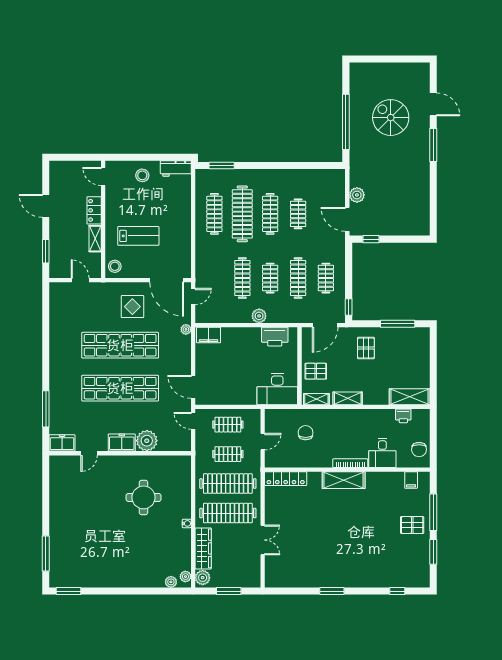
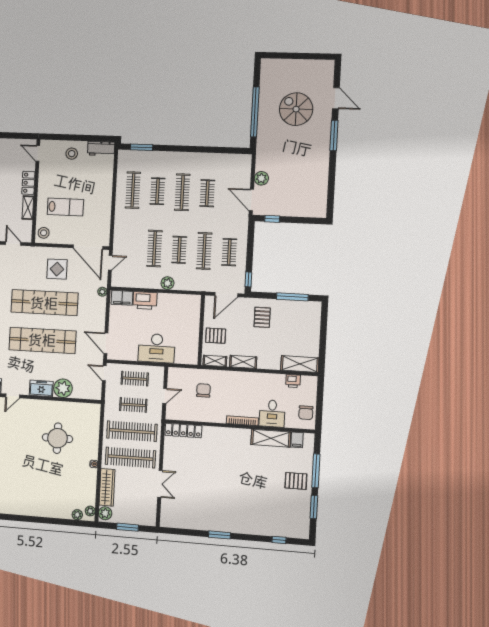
clothes rail: (242, 214) -> (158, 191), width x0.54, depth x0.76
printer: (275, 337) -> (145, 300), moved
desk: (277, 389) -> (157, 348), moved
shelving: (344, 480) -> (271, 438), moved

